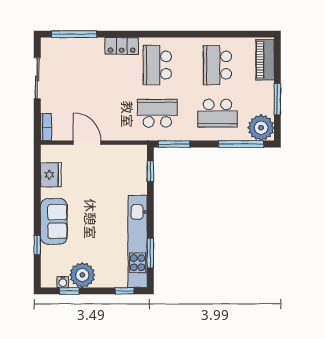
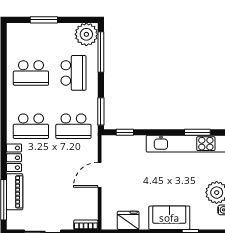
piano: (265, 60) -> (15, 192), moved, turned -90
window: (277, 99) -> (44, 20), moved
school desk: (157, 113) -> (73, 126), turned -90
door: (87, 143) -> (100, 175), moved

